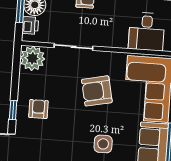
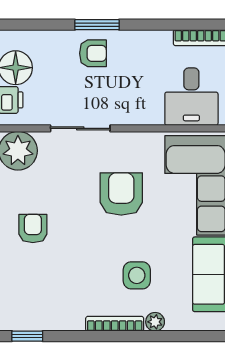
armchair: (97, 91) -> (121, 194), turned 102

